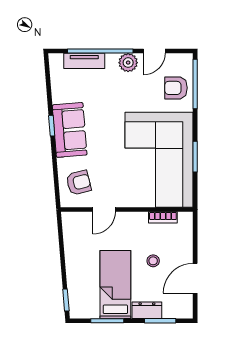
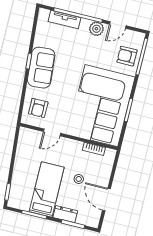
armchair: (79, 183) -> (38, 108), turned 104
door: (195, 278) -> (106, 199), hinge flipped

